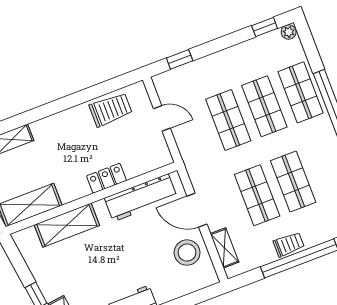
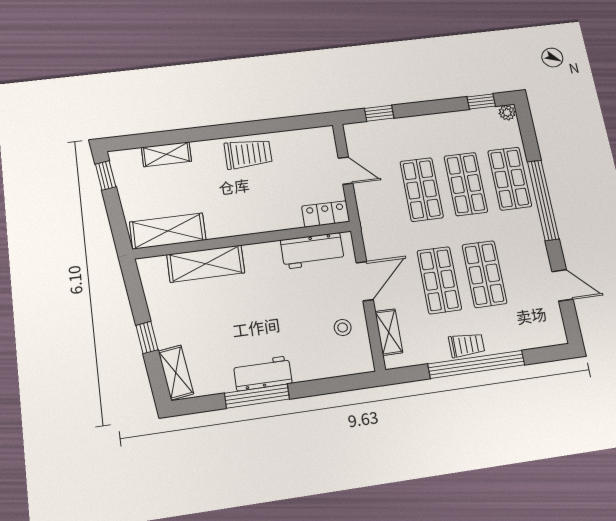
trolley: (111, 110) -> (248, 154), moved
locker: (106, 178) -> (326, 214), moved
workbench: (141, 198) -> (312, 251), width x0.73
door: (197, 210) -> (365, 281), swing flipped
stool: (187, 253) -> (343, 327), width x0.53, depth x0.53

